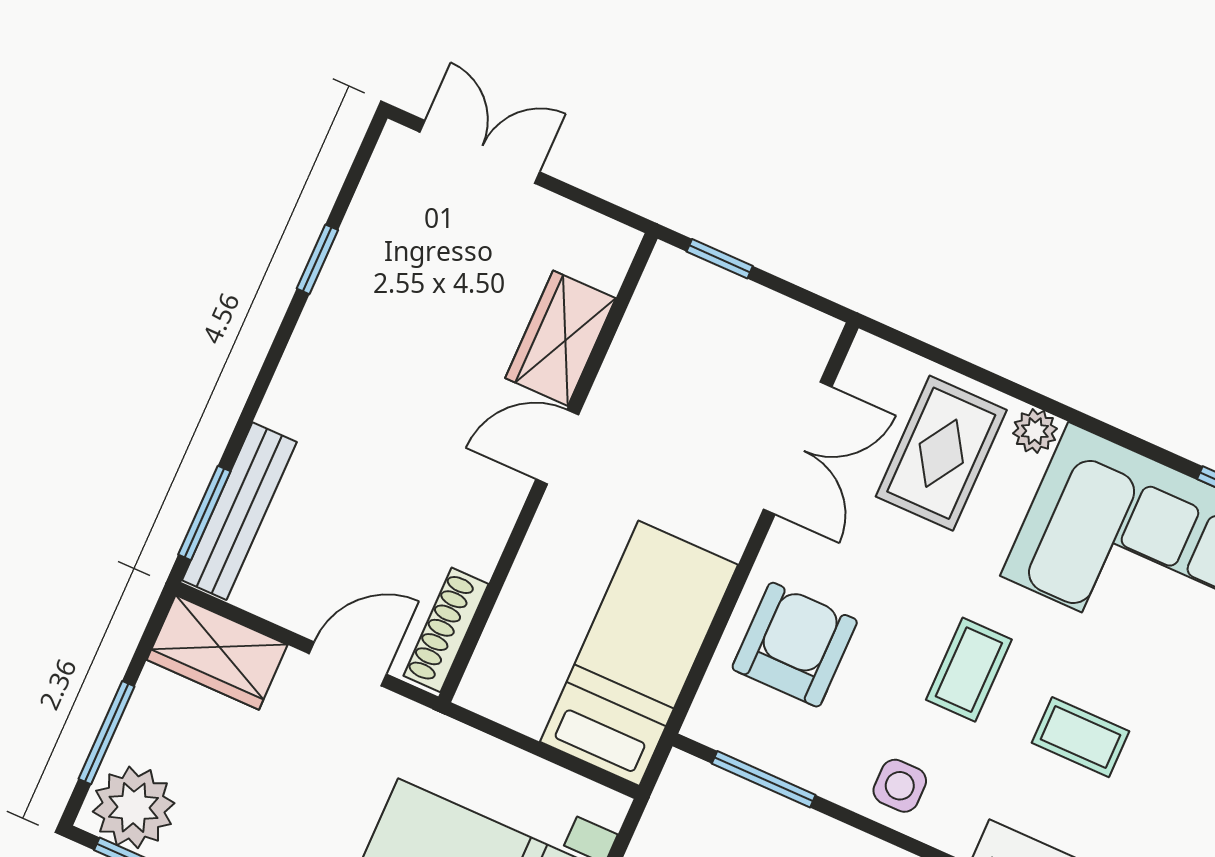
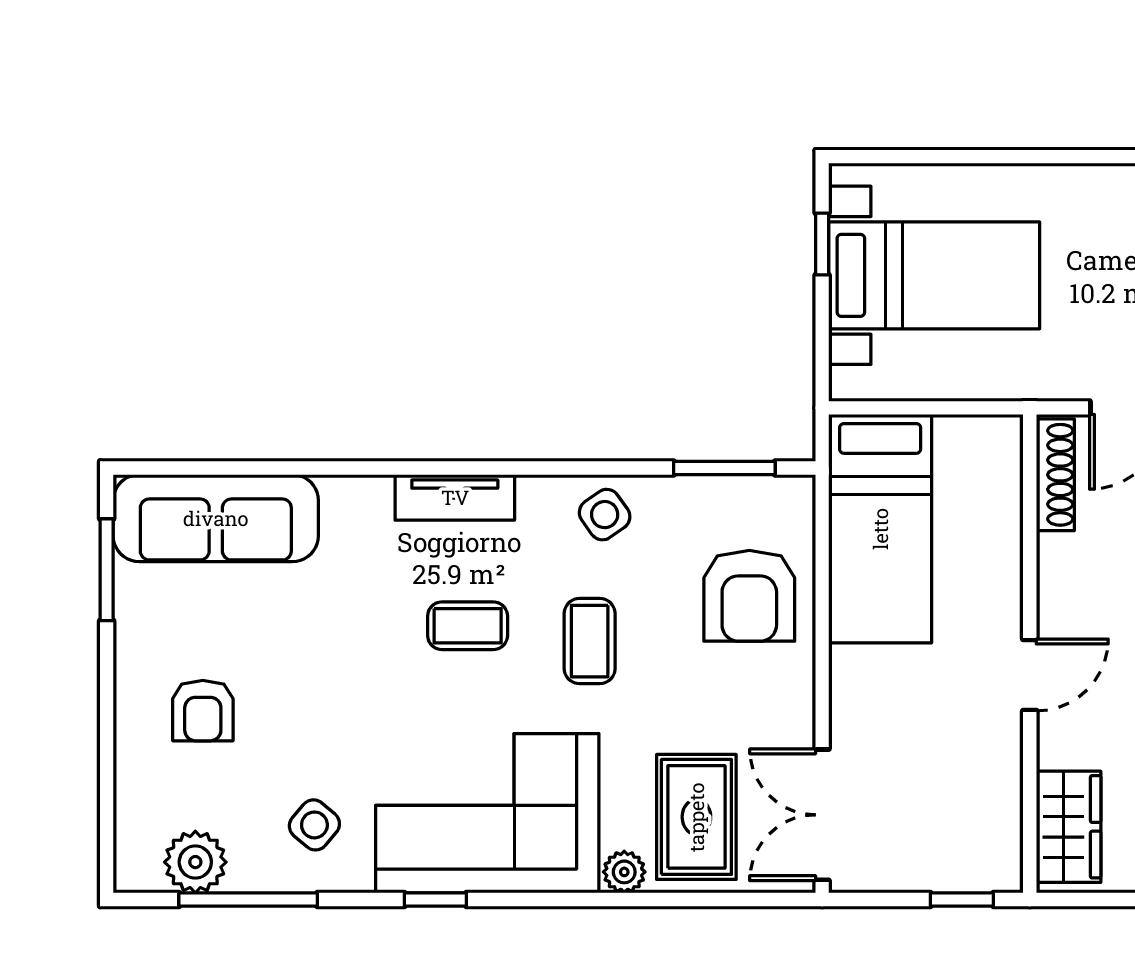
wardrobe: (560, 338) -> (1069, 827), moved
double door: (798, 448) -> (822, 815), moved
side table: (900, 786) -> (605, 515), turned -35

